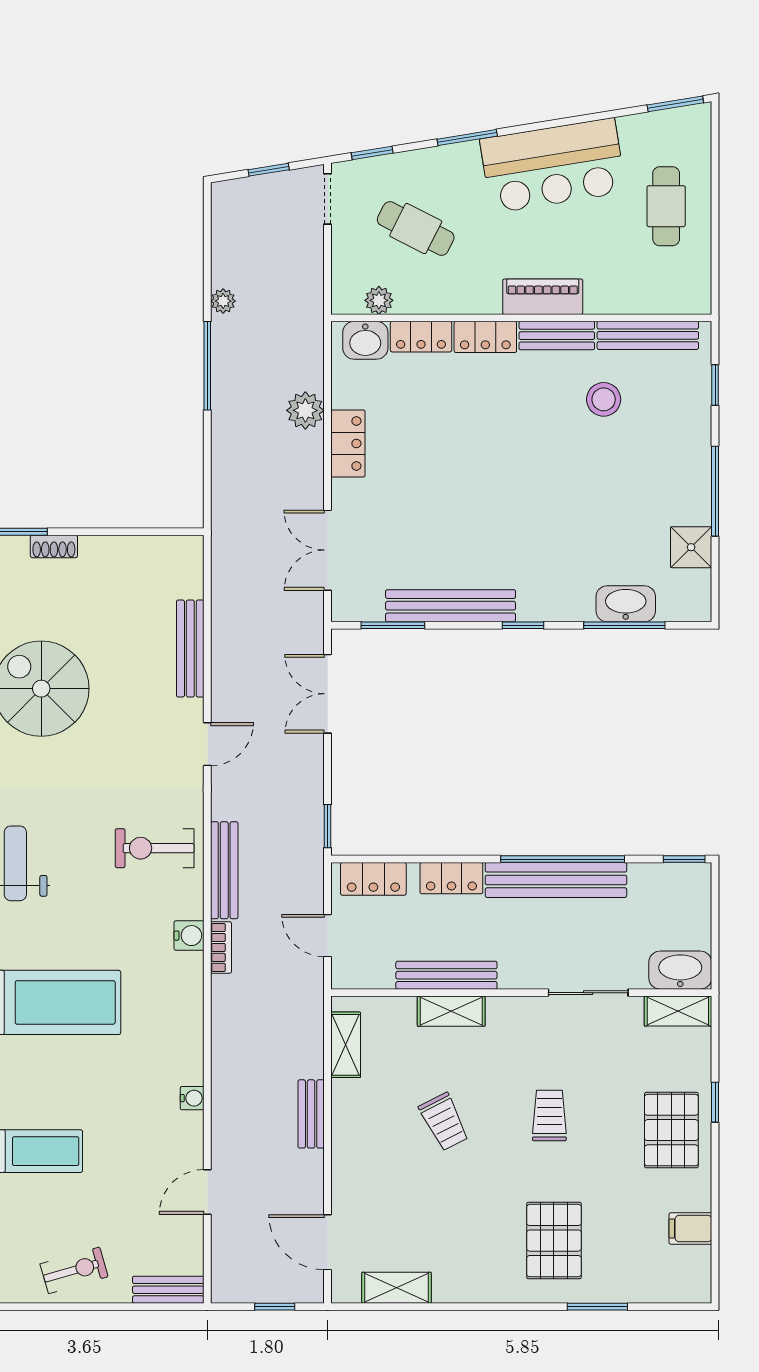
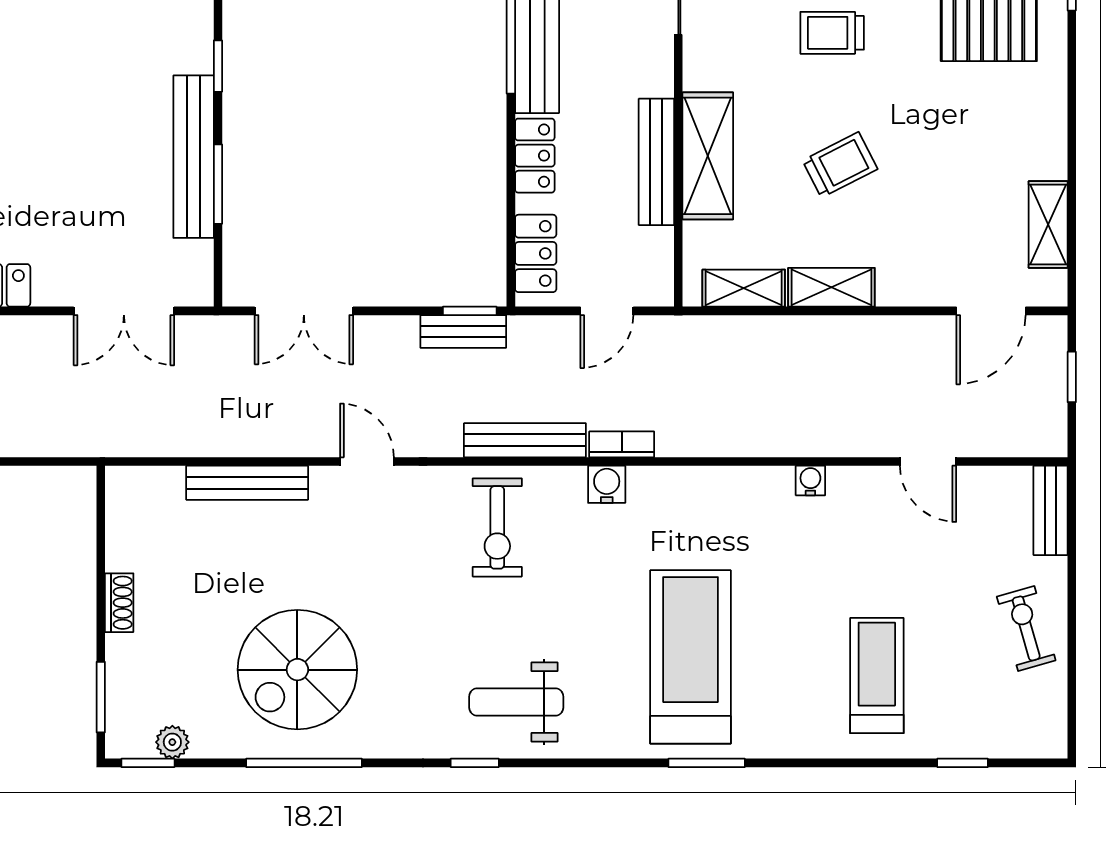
shoe rack: (54, 546) -> (119, 603), moved
window: (393, 625) -> (218, 184), moved
shelving: (451, 1011) -> (708, 156), width x1.50, depth x1.33
bench: (311, 1114) -> (463, 331), moved
shelving: (346, 1115) -> (831, 287), added

